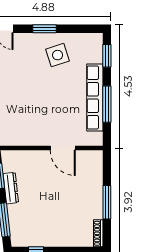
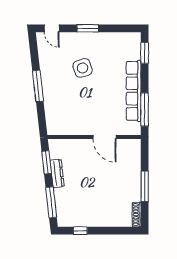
side table: (58, 55) -> (83, 68), moved
window: (107, 104) -> (145, 109), moved

